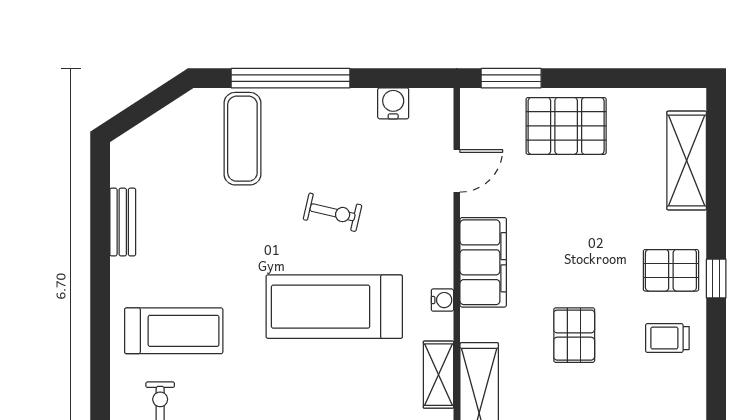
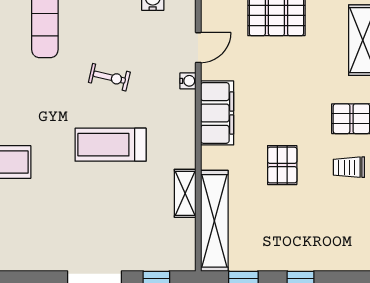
water cooler: (442, 300) -> (188, 81), moved
treadmill: (334, 307) -> (111, 145), width x0.73, depth x0.73

